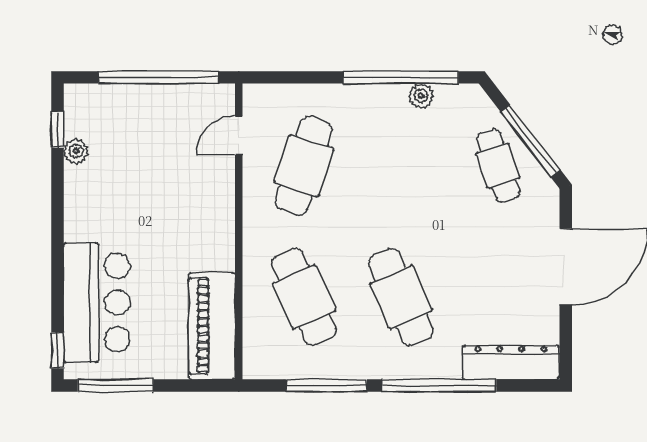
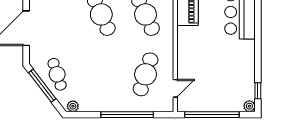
window: (401, 77) -> (127, 115), moved
plant: (421, 96) -> (73, 106), moved
plant: (76, 151) -> (249, 106), moved

